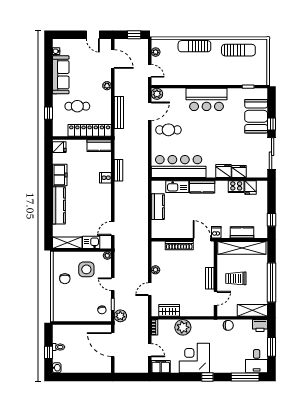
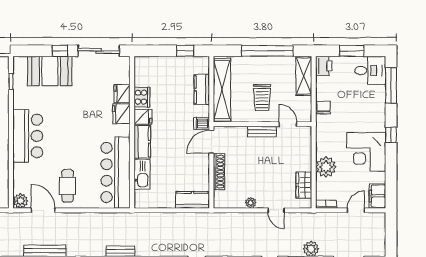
fridge: (250, 187) -> (143, 117), moved
kitchen counter: (158, 207) -> (192, 200), moved

